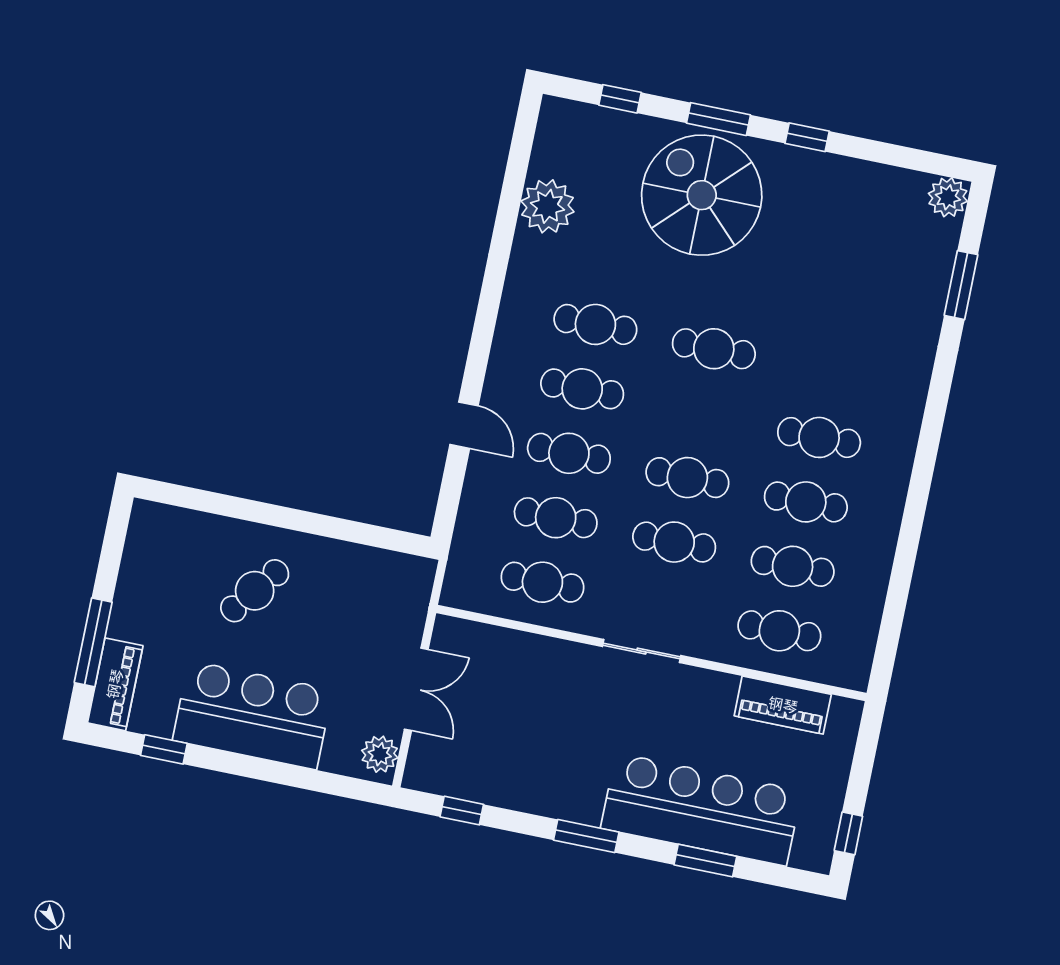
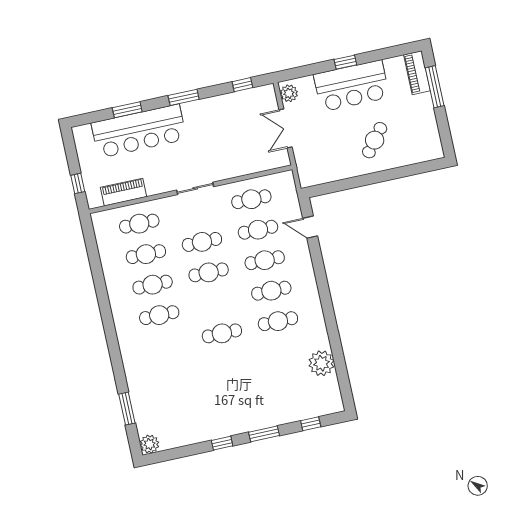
spiral stairs: (702, 195) -> (257, 398), removed
door: (464, 425) -> (310, 227), moved
window: (164, 749) -> (345, 62), moved
window: (848, 833) -> (78, 183), moved

